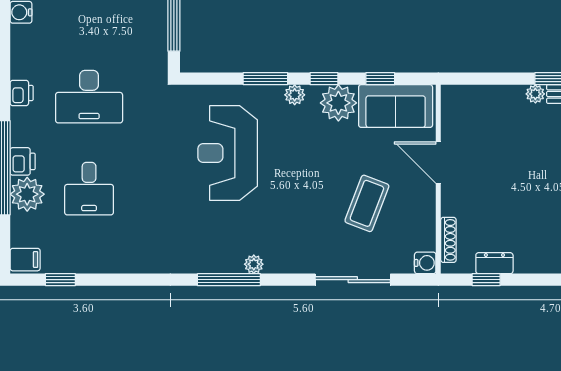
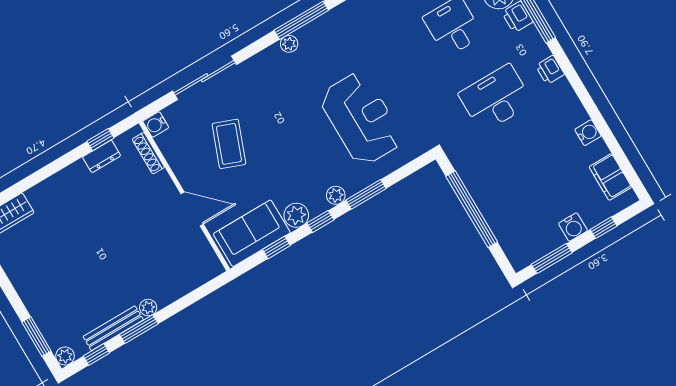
plant: (338, 103) -> (296, 215), width x0.73, depth x0.73

